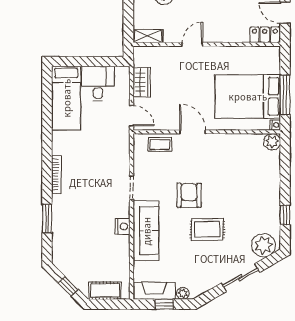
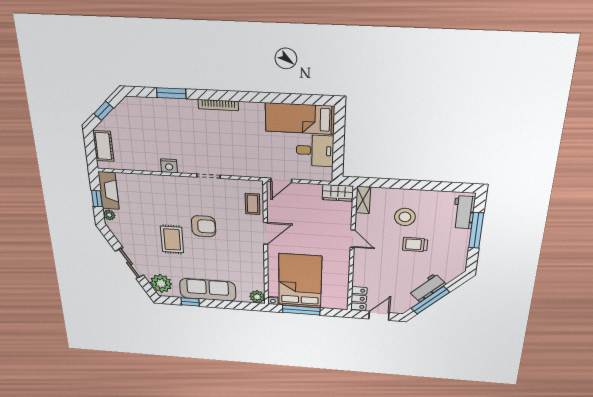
wardrobe: (142, 82) -> (338, 193), moved
sofa: (146, 231) -> (208, 290), moved, turned 180

